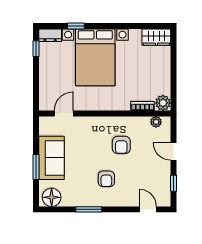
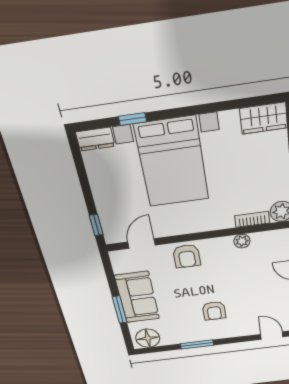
window: (36, 49) -> (96, 225), moved
plant: (156, 122) -> (242, 241), moved
armchair: (121, 145) -> (187, 256), moved

